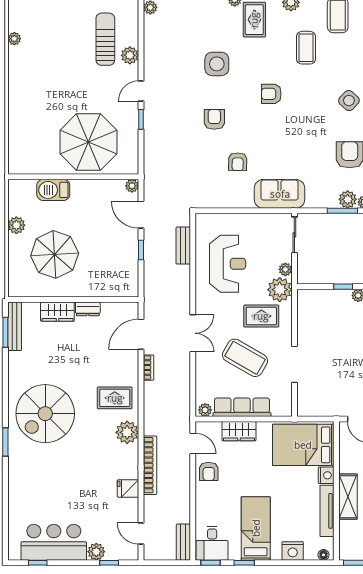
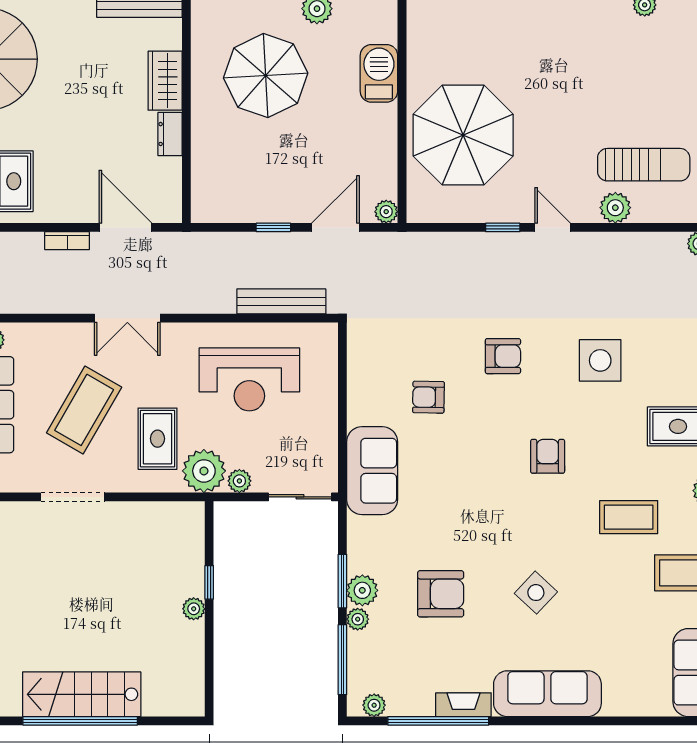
bench: (183, 245) -> (281, 301), width x1.36

